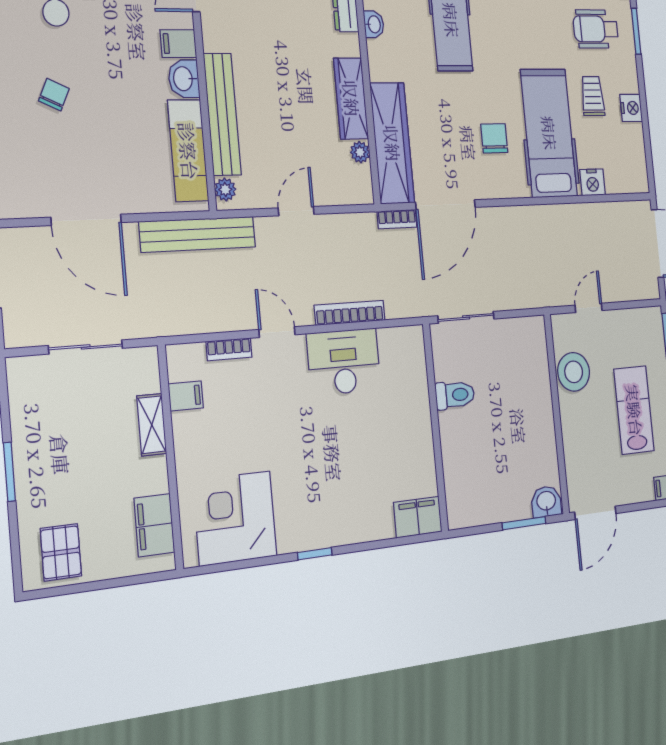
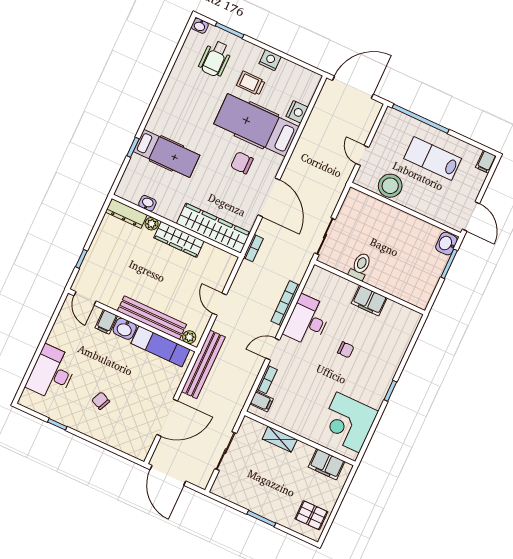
plant: (360, 152) -> (152, 224), moved
door: (446, 205) -> (269, 197), moved
filing cabinet: (186, 396) -> (262, 401), moved, turned 90
chair: (335, 446) -> (346, 350), added
filing cabinet: (418, 517) -> (369, 301), moved, turned -90

